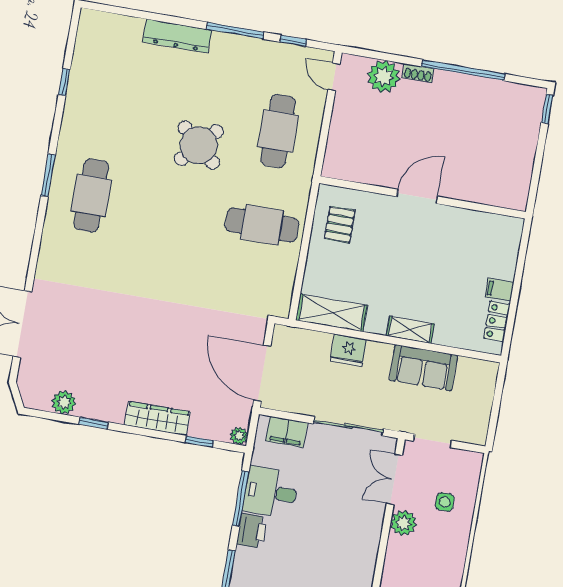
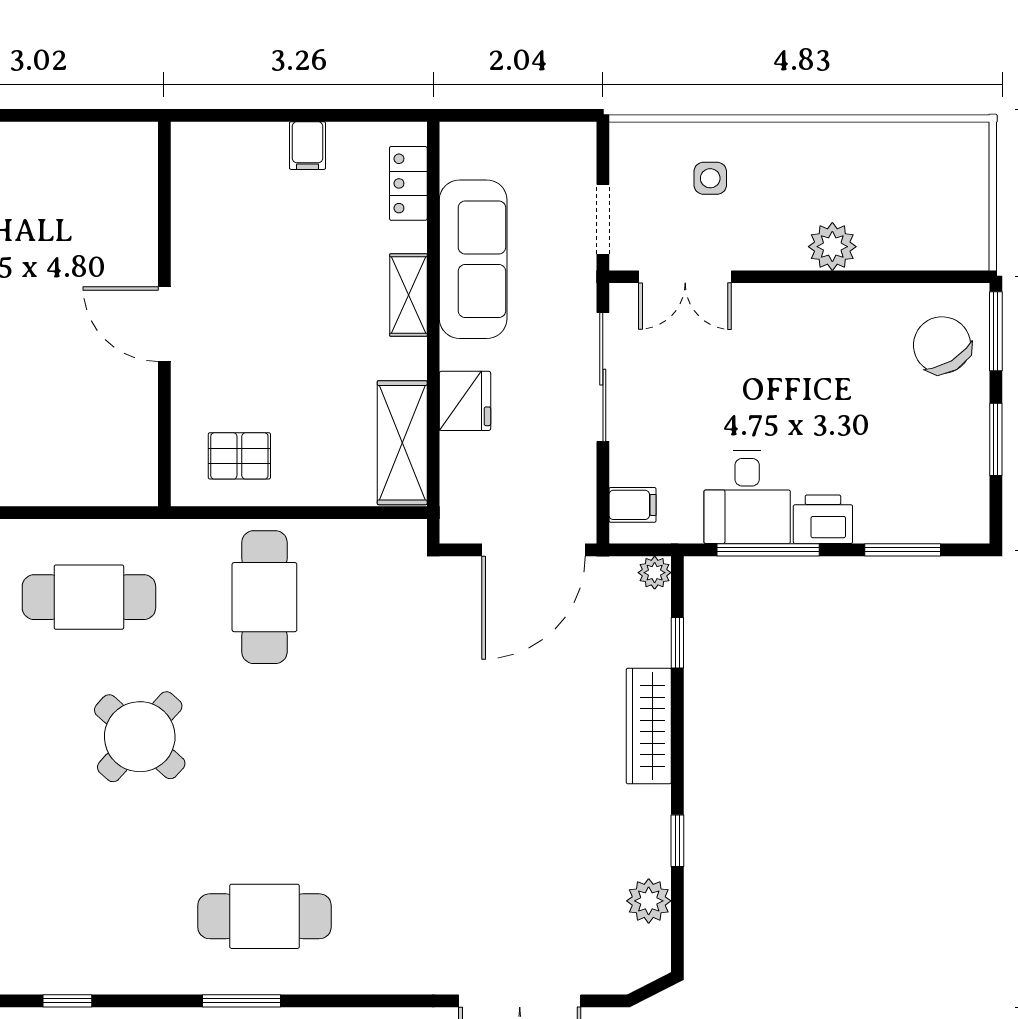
locker: (497, 321) -> (408, 183), moved, turned 90
sofa: (423, 368) -> (473, 259), width x1.36
filing cabinet: (287, 432) -> (632, 505), width x0.50
plant: (403, 523) -> (832, 247), moved

